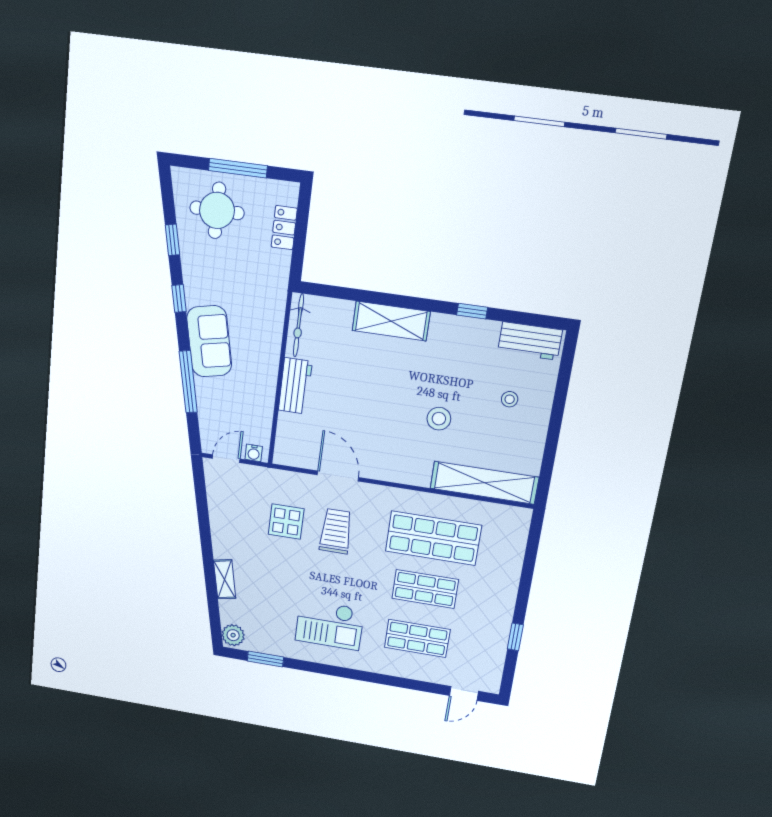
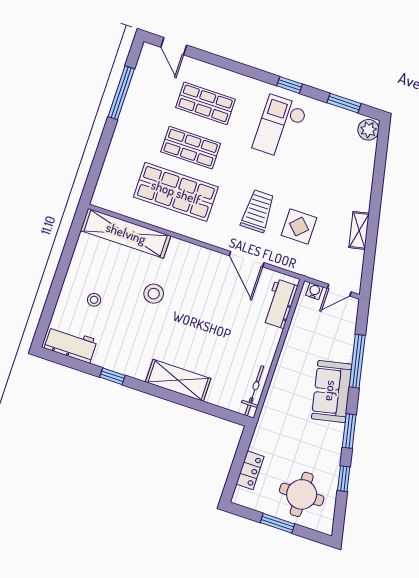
window: (238, 168) -> (278, 523), width x0.69
window: (179, 298) -> (349, 431), width x1.50
workbench: (295, 386) -> (280, 304), moved
trolley: (336, 531) -> (258, 211), turned 180
shelving: (225, 579) -> (359, 230), moved
checkout: (330, 625) -> (280, 127), turned -90
window: (515, 637) -> (121, 93), width x2.17
window: (328, 670) -> (290, 85), added
door: (464, 693) -> (174, 46), swing flipped

